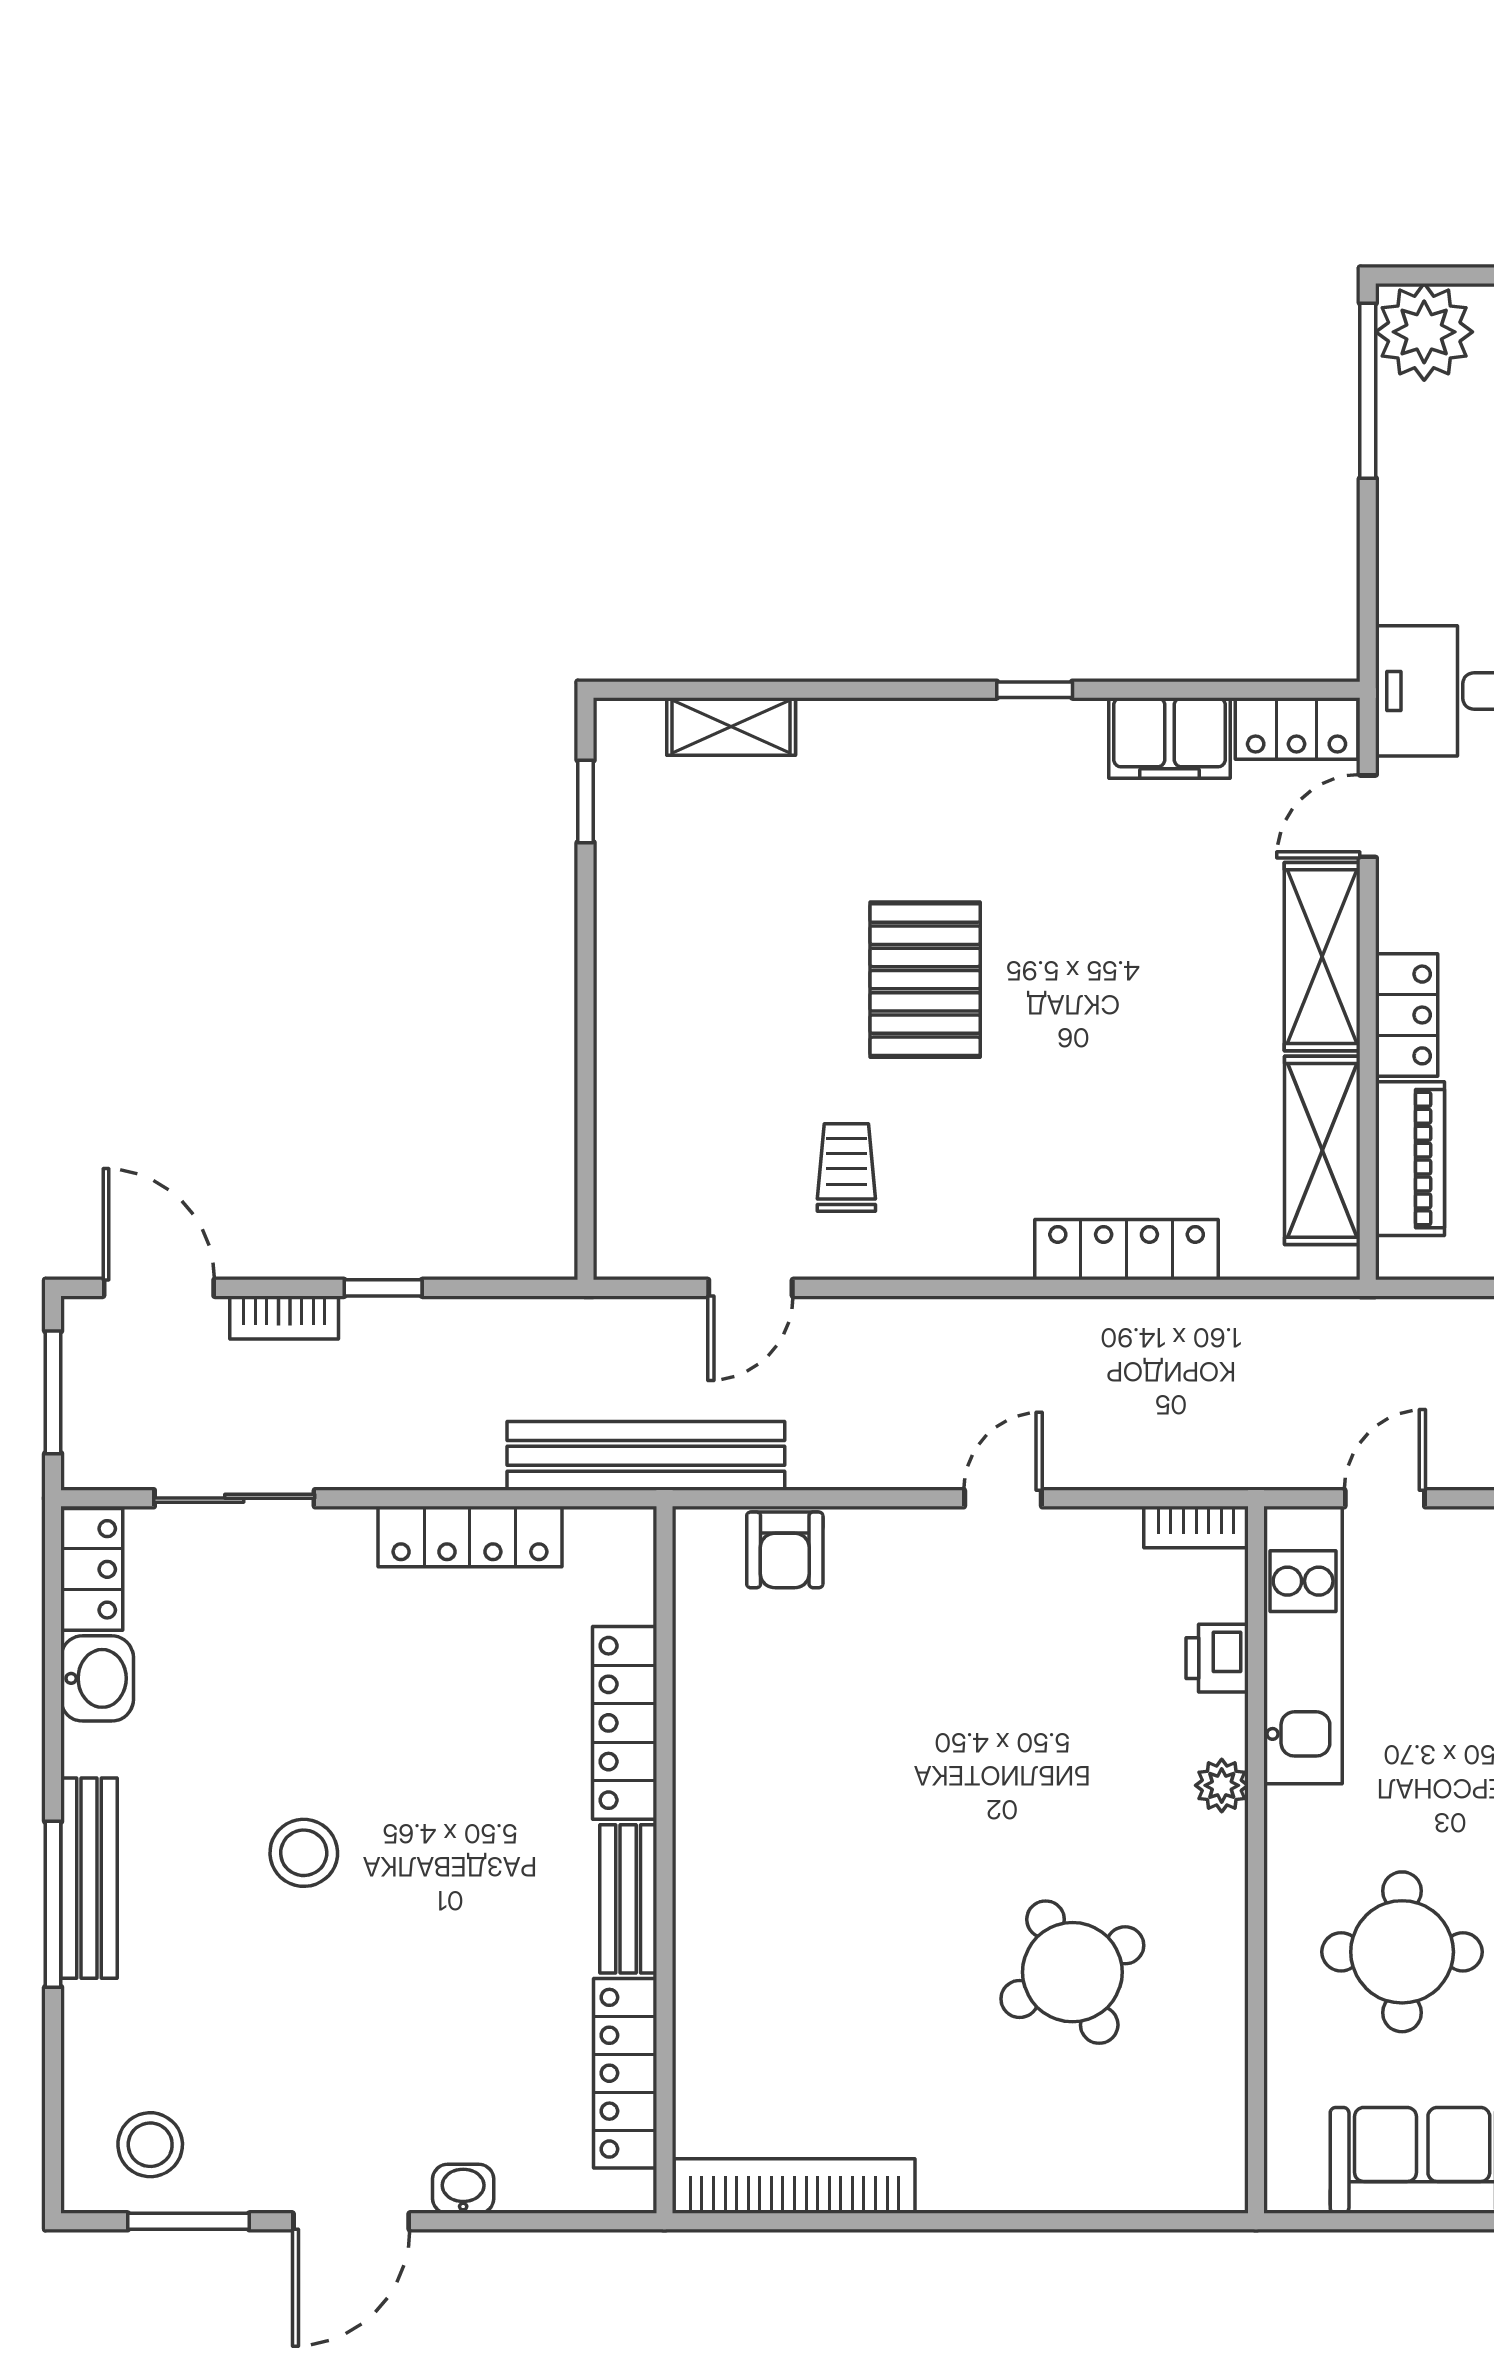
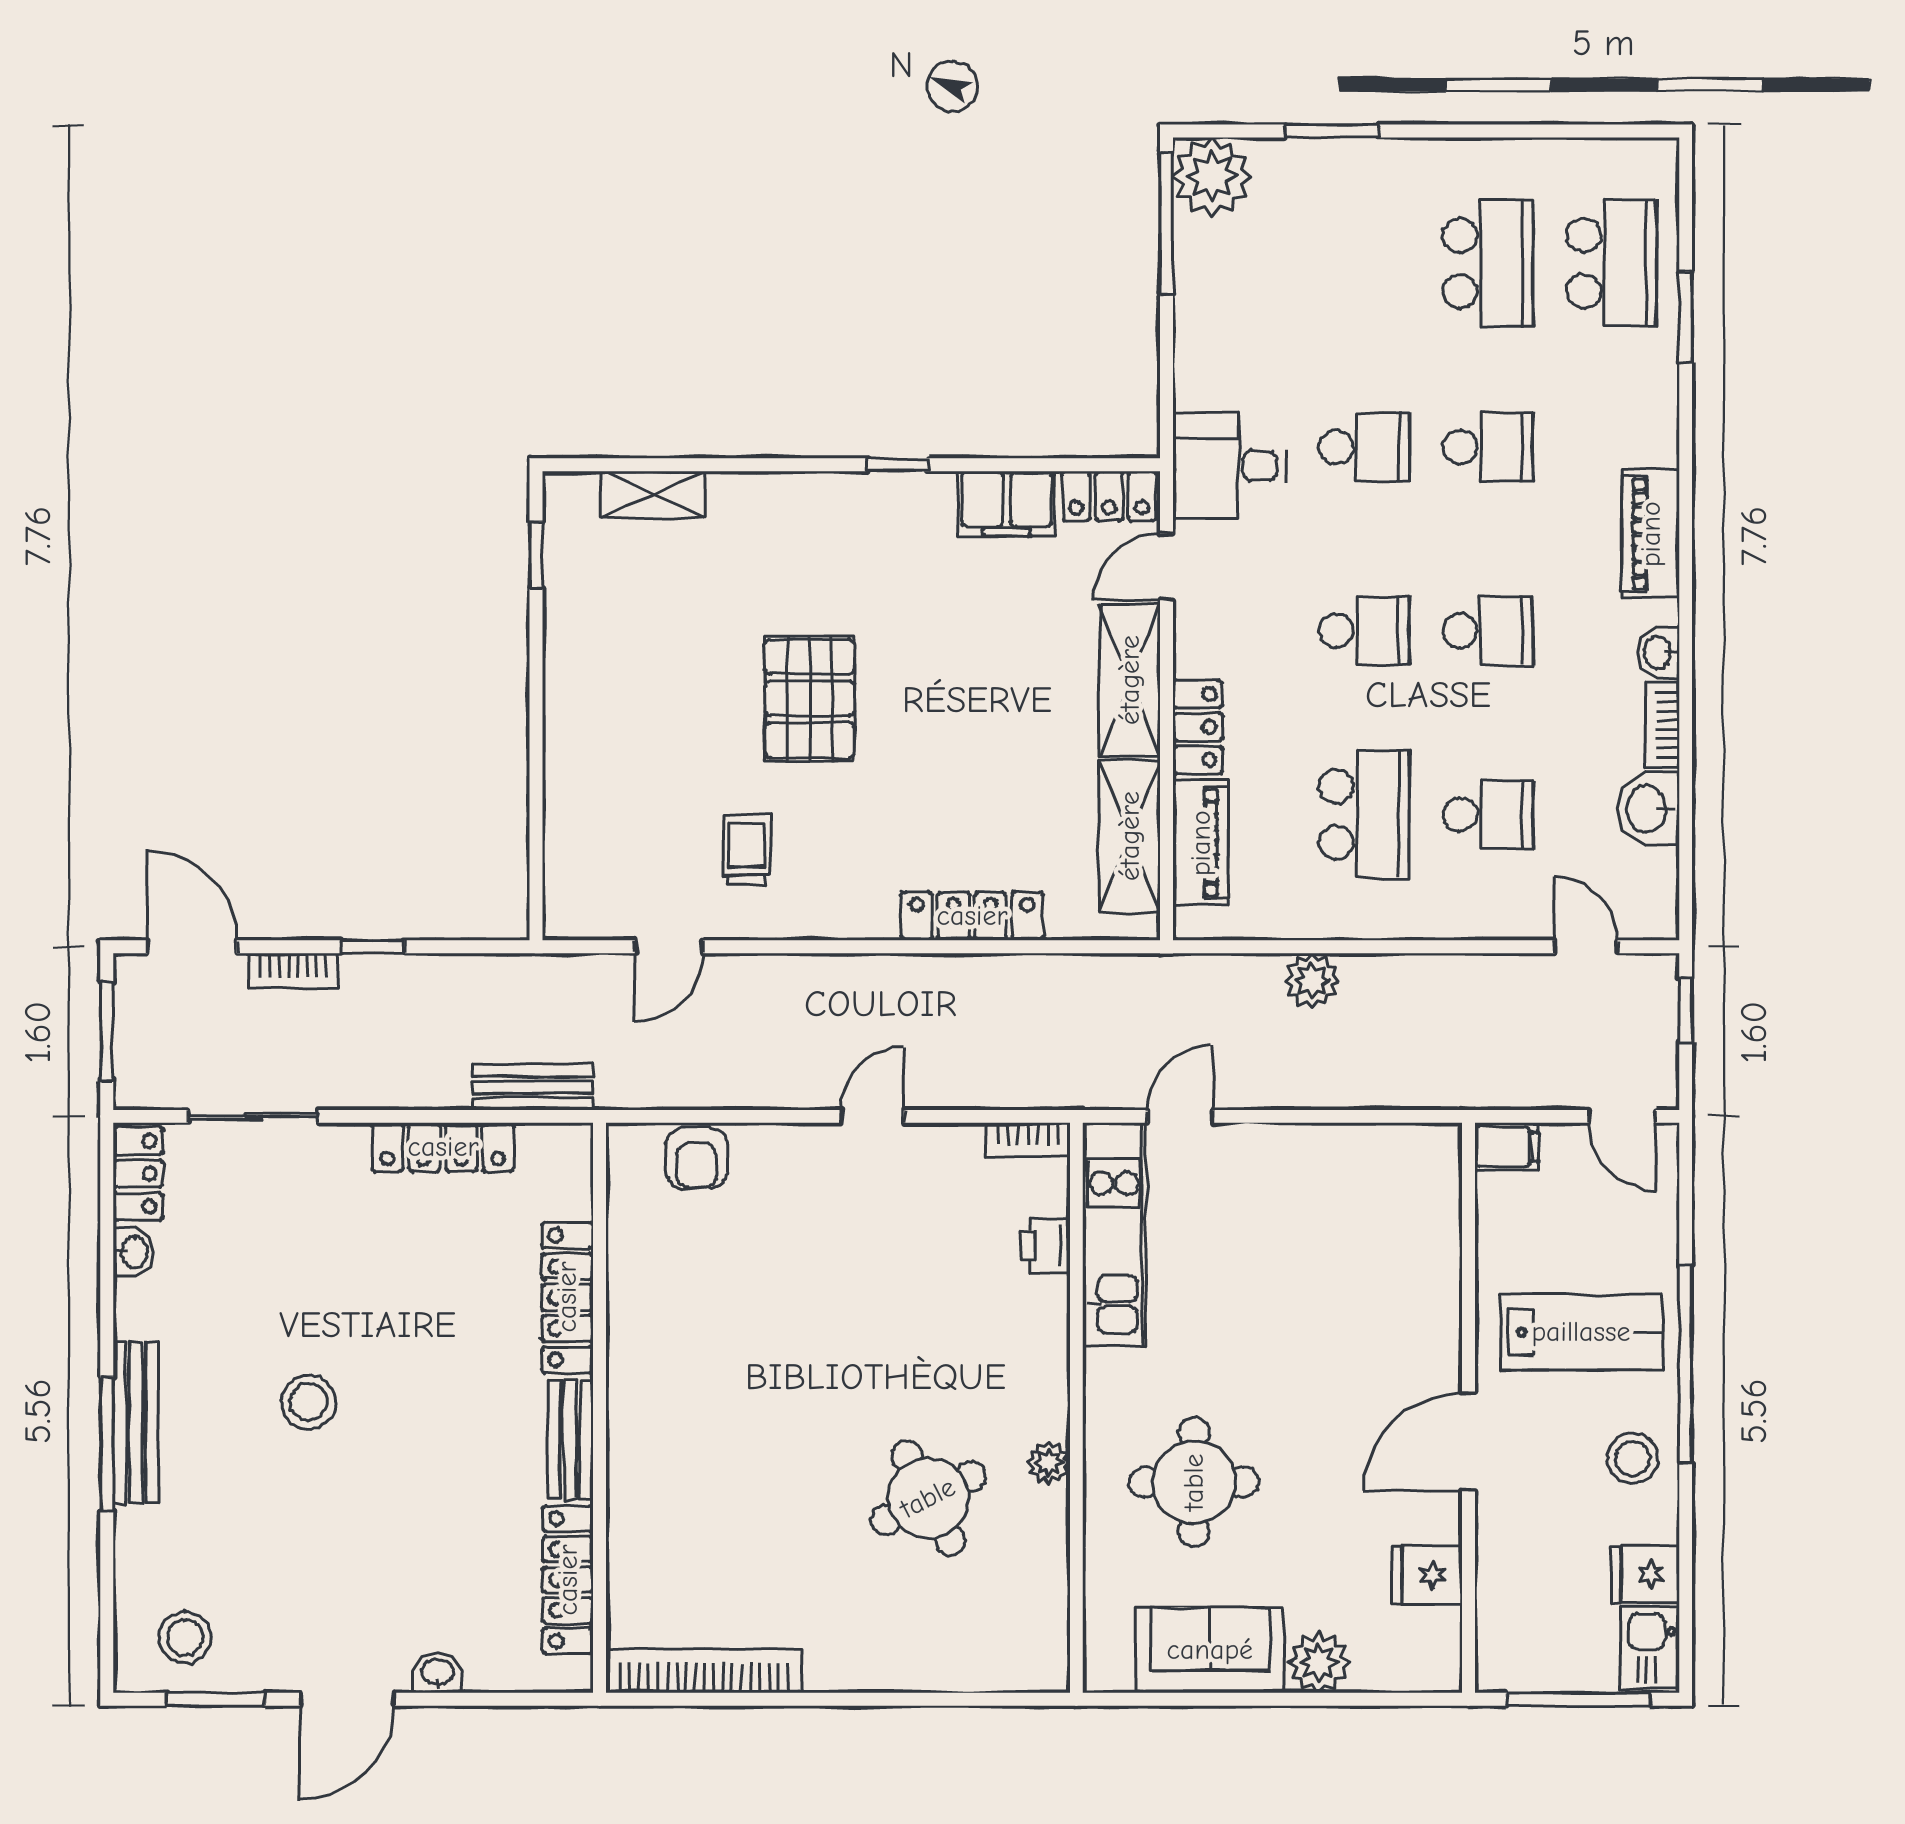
bench: (646, 1456) -> (533, 1087), width x0.54, depth x0.82
washbasin: (97, 1678) -> (133, 1252), width x0.72, depth x0.69
plant: (1222, 1785) -> (1049, 1463), moved

